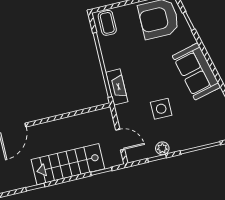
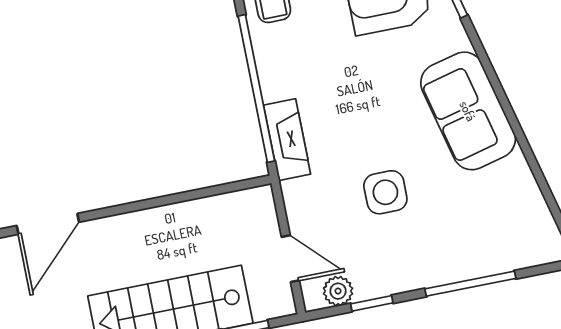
plant: (162, 148) -> (338, 291), moved

